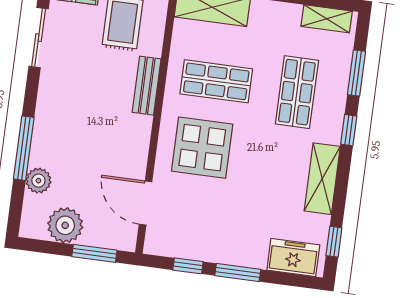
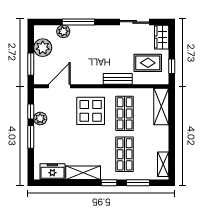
shop shelf: (297, 92) -> (125, 154), turned 90
window: (334, 242) -> (52, 183), removed
plant: (204, 249) -> (40, 119), added
freezer: (293, 258) -> (52, 172), moved, turned -90

